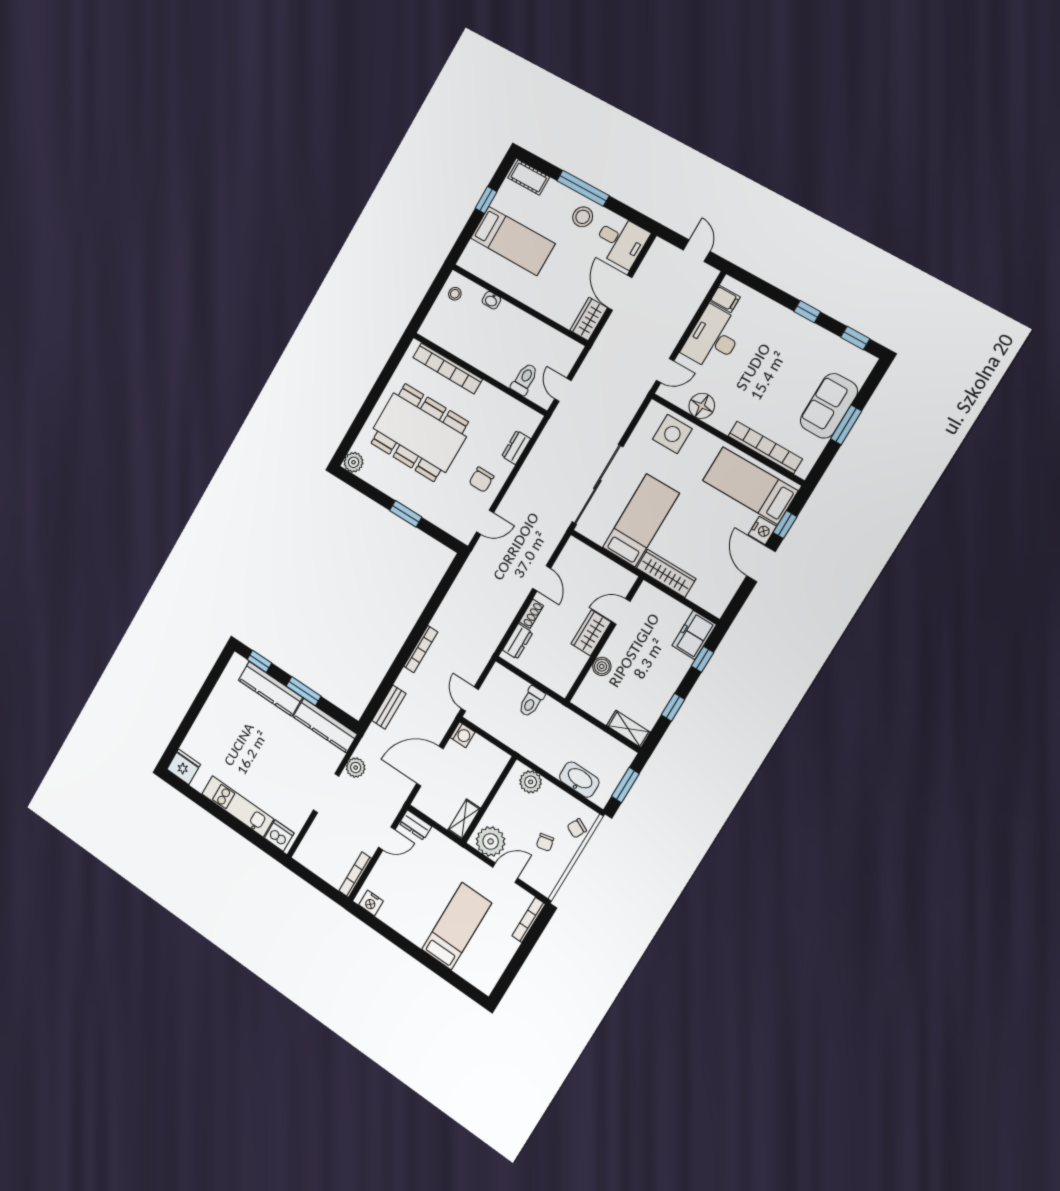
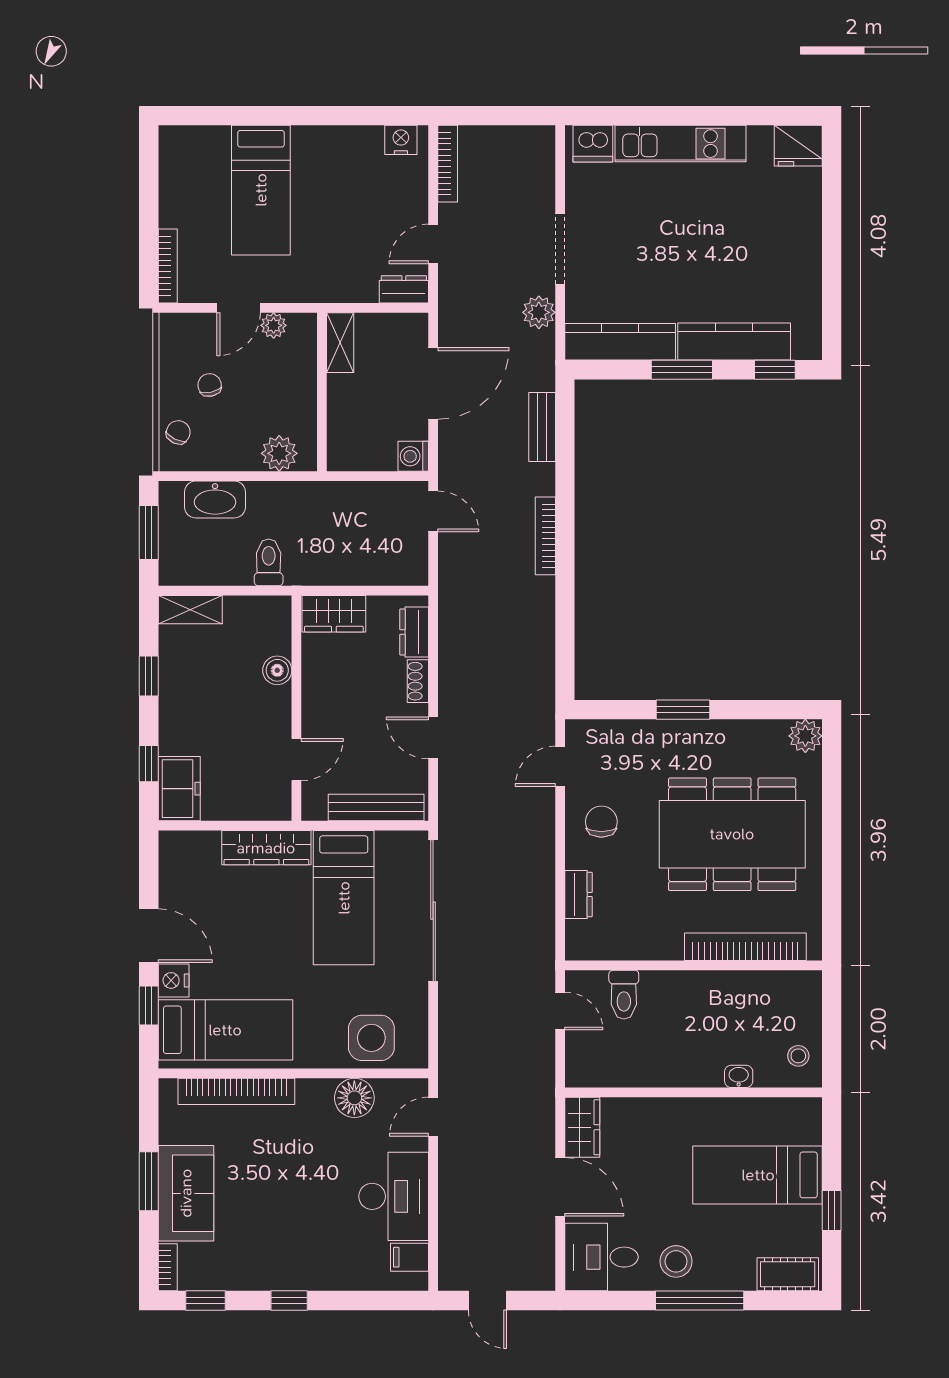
bookcase: (865, 369) -> (168, 1267), added
bench: (594, 559) -> (376, 807), added
wardrobe: (591, 633) -> (334, 614), moved, turned 90
toilet: (531, 702) -> (269, 562), moved
plant: (491, 841) -> (274, 325), width x0.53, depth x0.53

